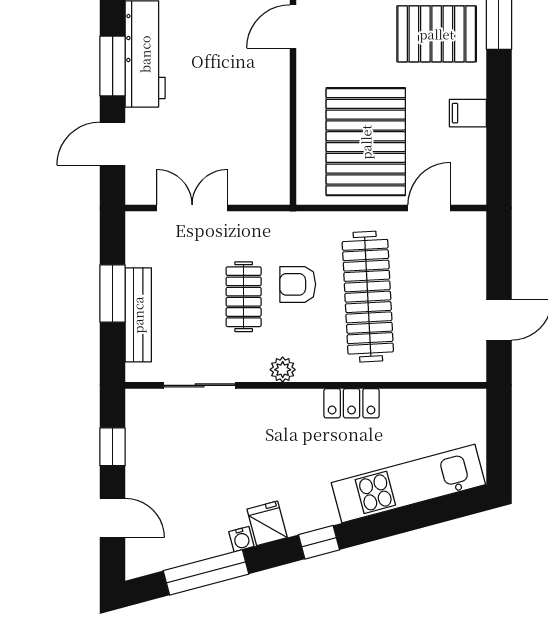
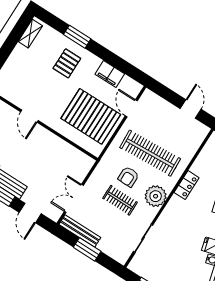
pallet: (437, 34) -> (67, 63), width x0.67, depth x0.71
filing cabinet: (468, 113) -> (110, 74), width x2.00
bench: (138, 315) -> (80, 231), moved
plant: (283, 370) -> (156, 196), width x1.87, depth x1.87

